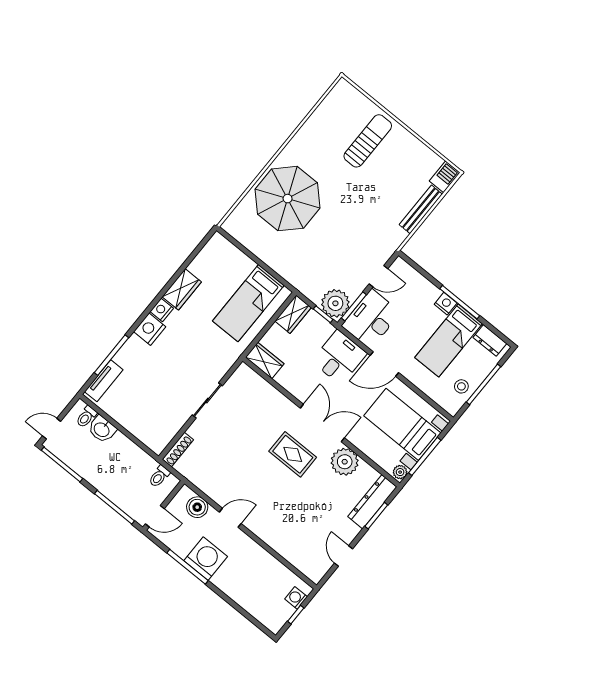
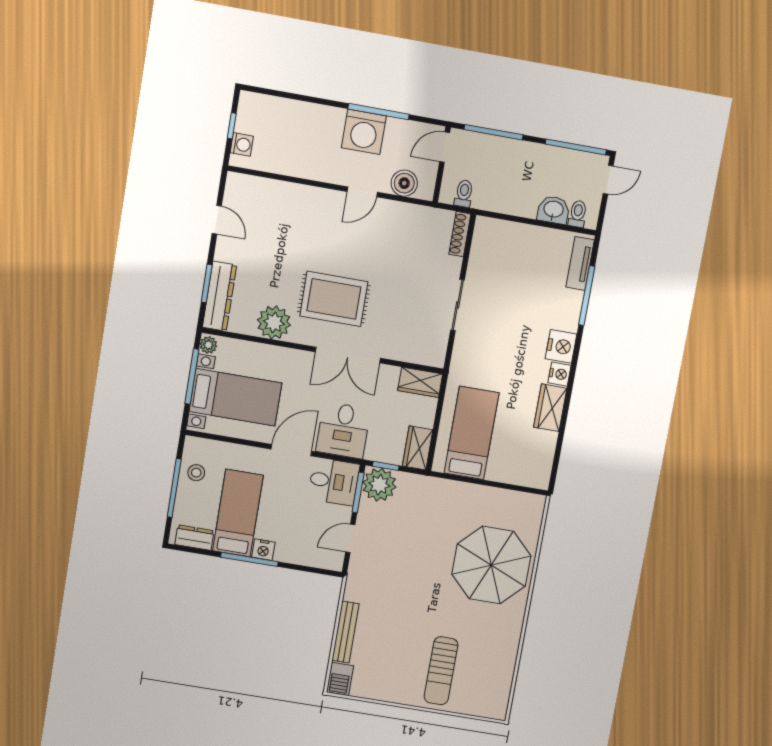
desk: (371, 319) -> (334, 482), width x0.73
double door: (322, 423) -> (348, 355), moved
rug: (293, 454) -> (334, 299), width x1.36, depth x1.43

